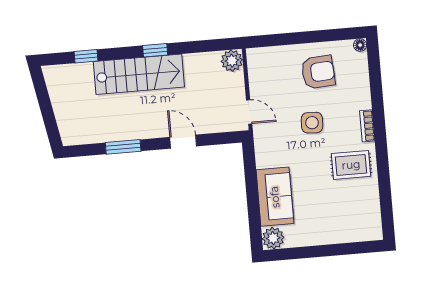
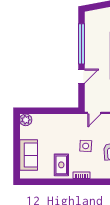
window: (123, 147) -> (81, 44), width x2.11
sofa: (275, 197) -> (29, 155), moved, turned -90

